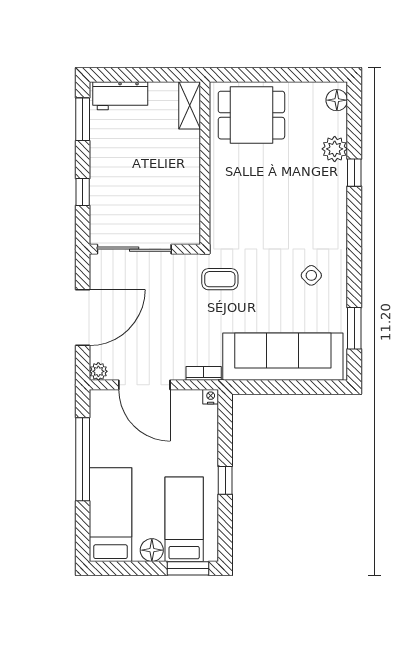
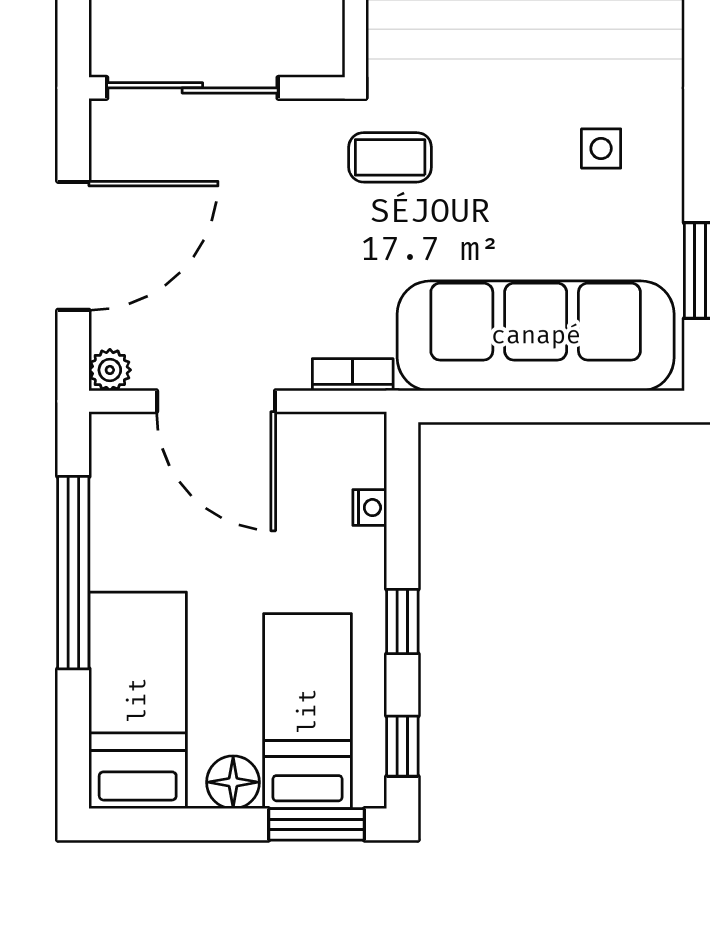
side table: (311, 275) -> (601, 148), turned 45
nightstand: (211, 397) -> (370, 508), moved, turned 90
window: (225, 534) -> (402, 746), added

